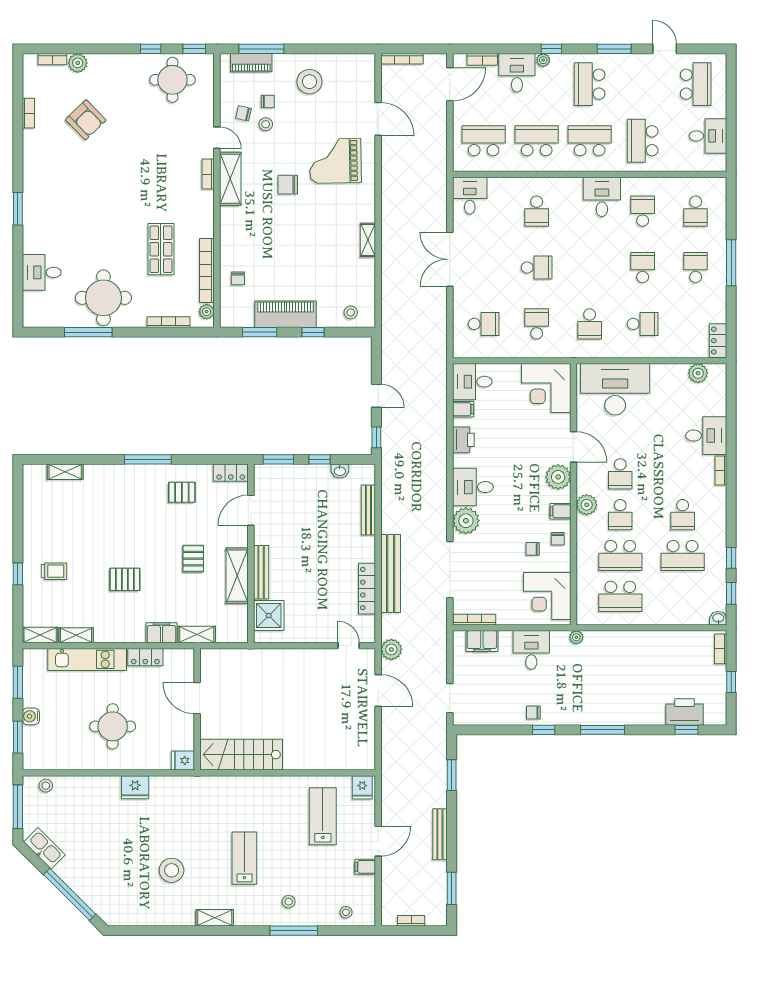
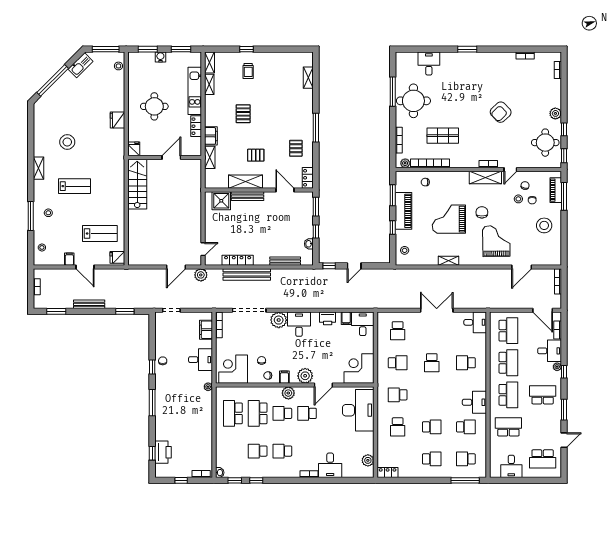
plant: (78, 63) -> (555, 113), moved
armchair: (86, 120) -> (501, 112), moved
grand piano: (299, 239) -> (449, 219), added
window: (731, 263) -> (465, 480), moved
school desk: (683, 555) -> (258, 451), width x0.54

